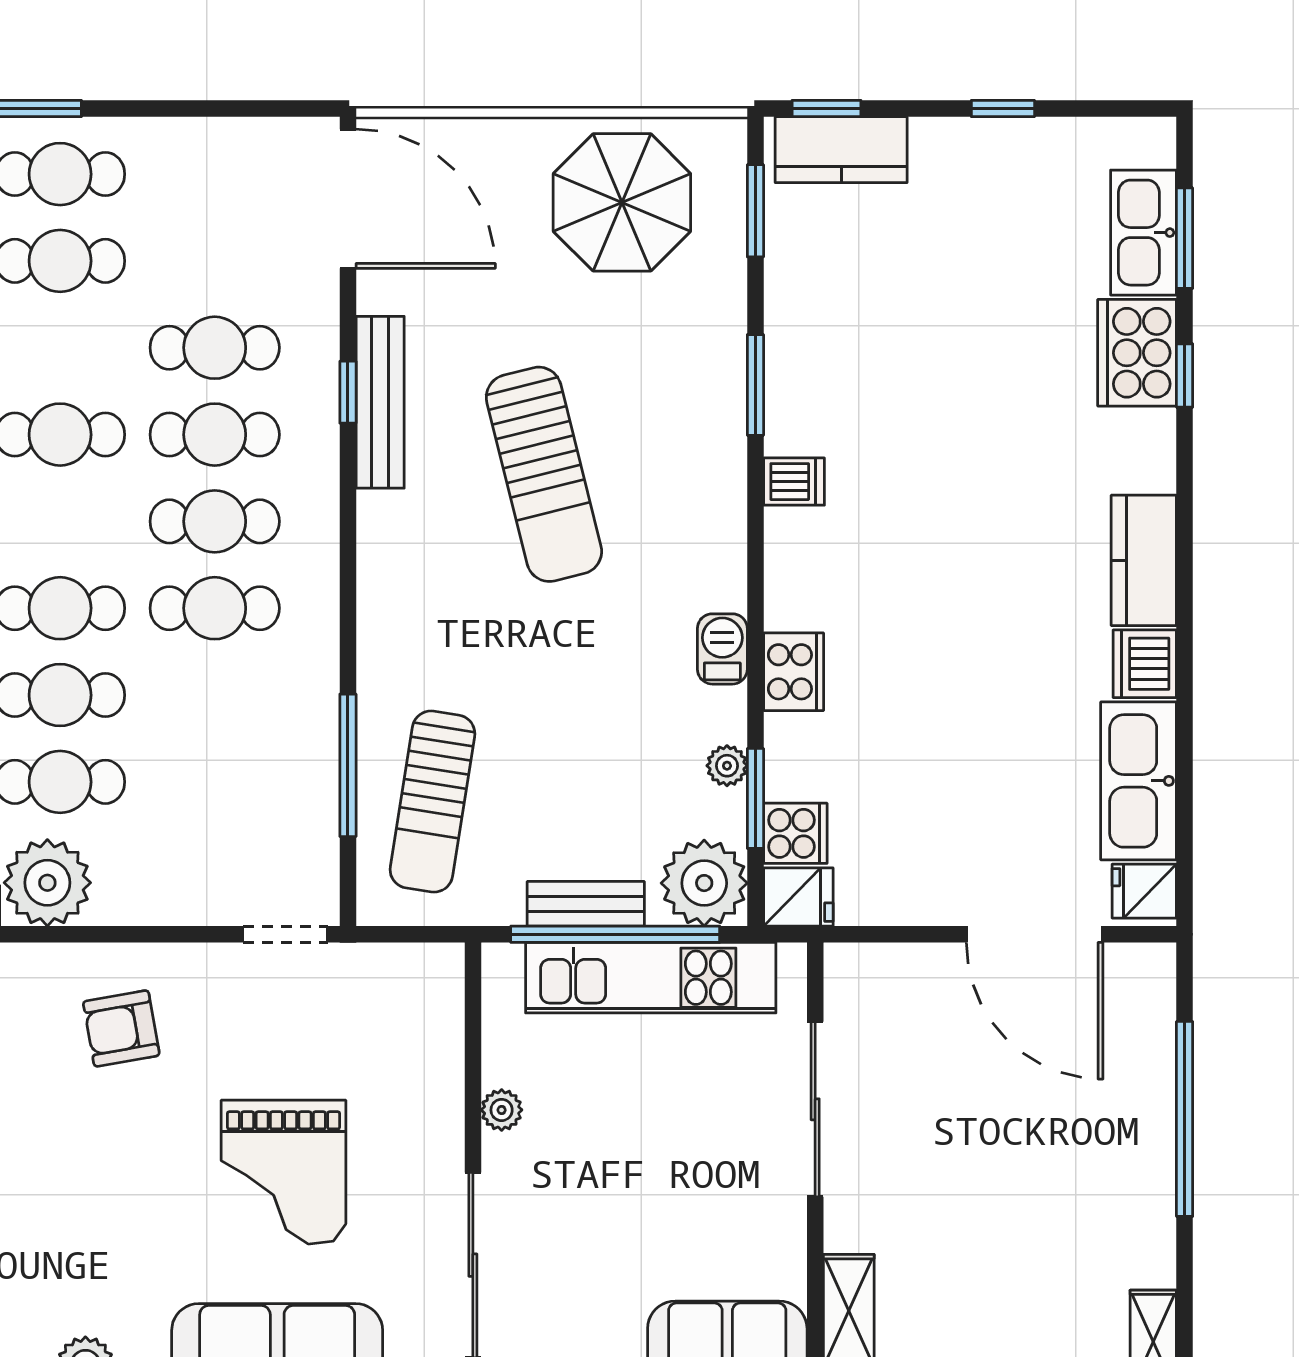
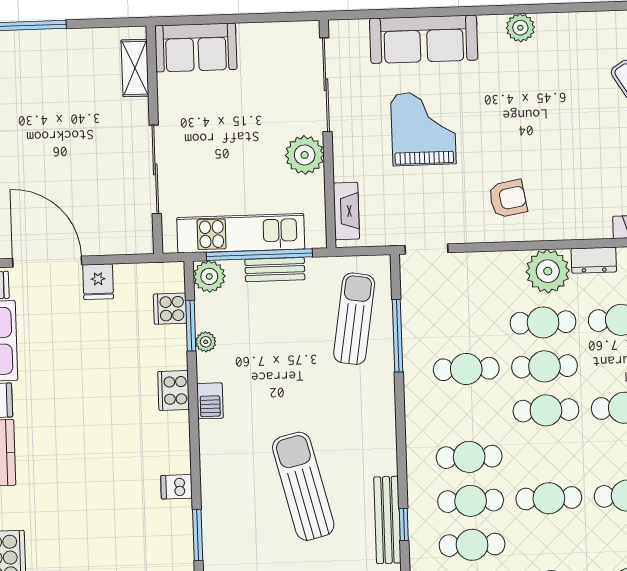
cafe table: (215, 608) -> (466, 369), moved
plant: (704, 883) -> (209, 276), width x0.73, depth x0.73
fridge: (798, 897) -> (98, 282), moved, turned -90
fireplace: (441, 1015) -> (346, 211), added
plant: (502, 1110) -> (305, 155), width x1.88, depth x1.88

